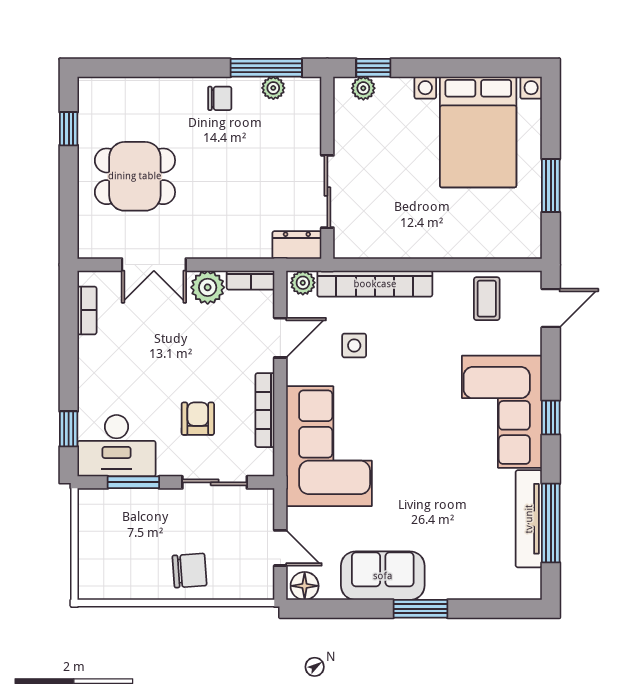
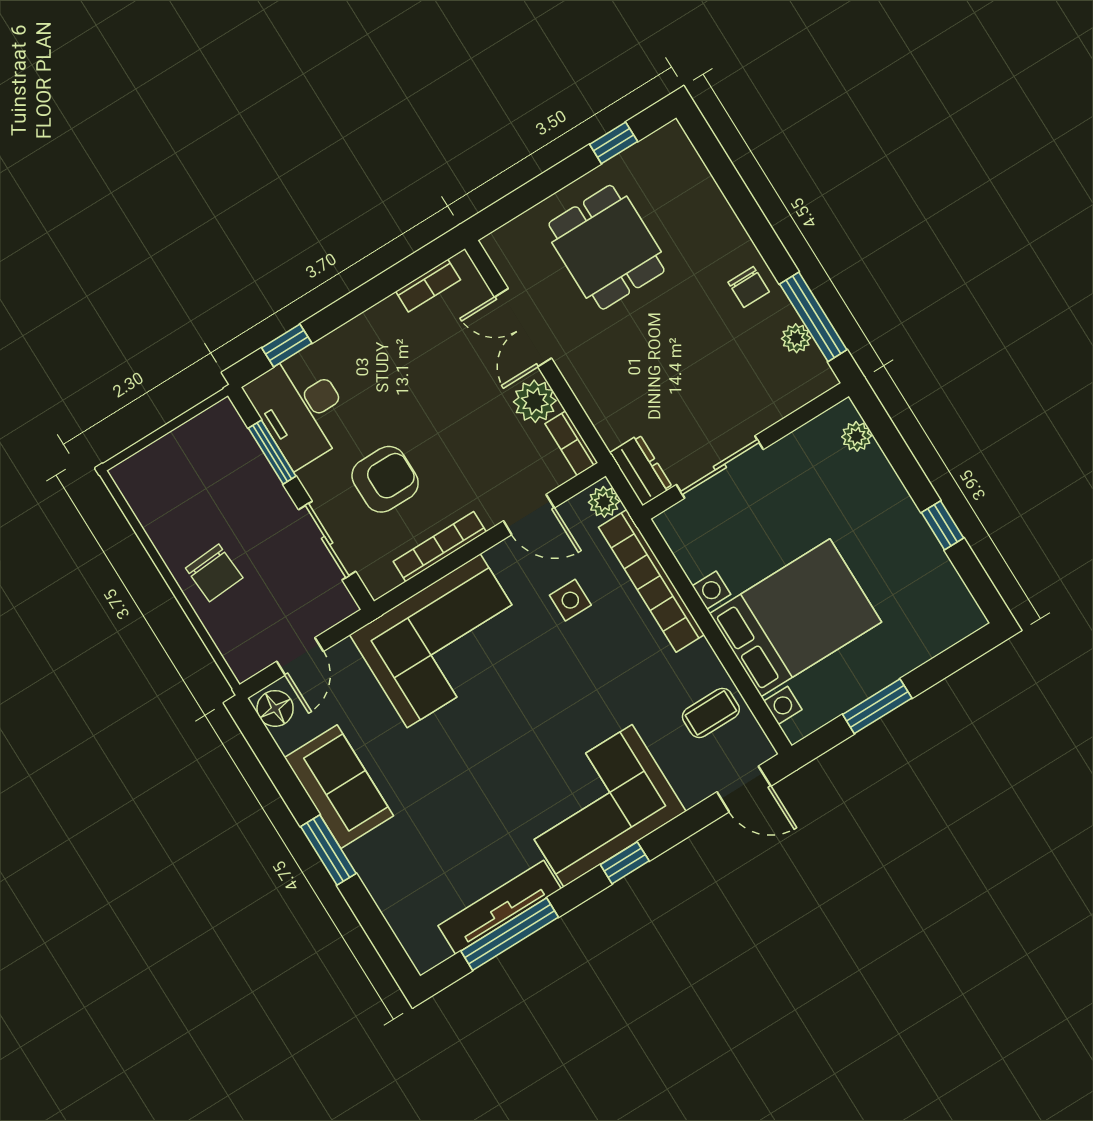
window: (373, 68) -> (943, 525), moved
bed with nightstands: (478, 132) -> (795, 618), moved, turned 180
armchair: (198, 419) -> (385, 479), width x1.38, depth x1.38

